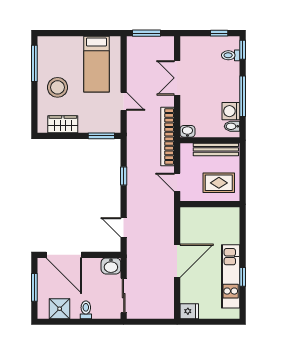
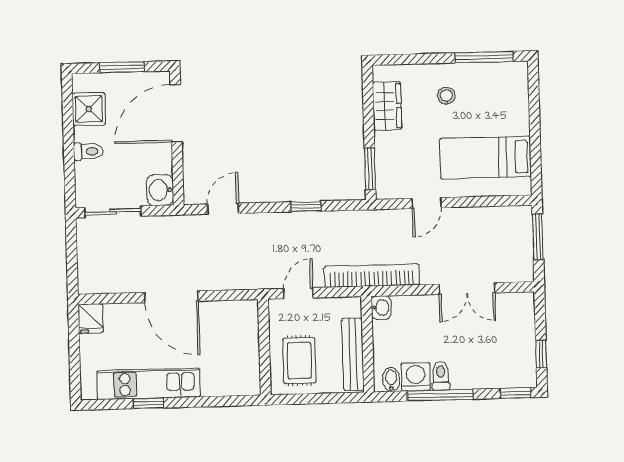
toilet: (231, 55) -> (441, 376), moved
double door: (177, 78) -> (467, 289), swing flipped
stool: (58, 87) -> (446, 96), width x0.53, depth x0.53

